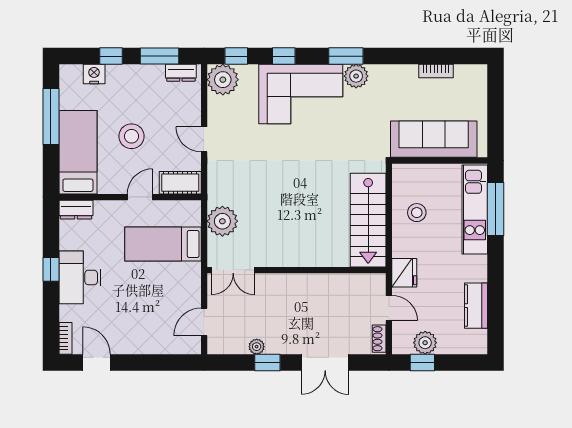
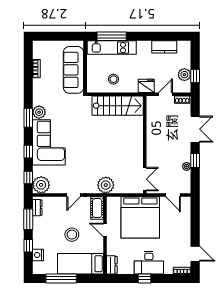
plant: (222, 221) -> (106, 185), moved
bed: (163, 244) -> (140, 217), width x2.04
door: (97, 363) -> (195, 254), swing flipped

